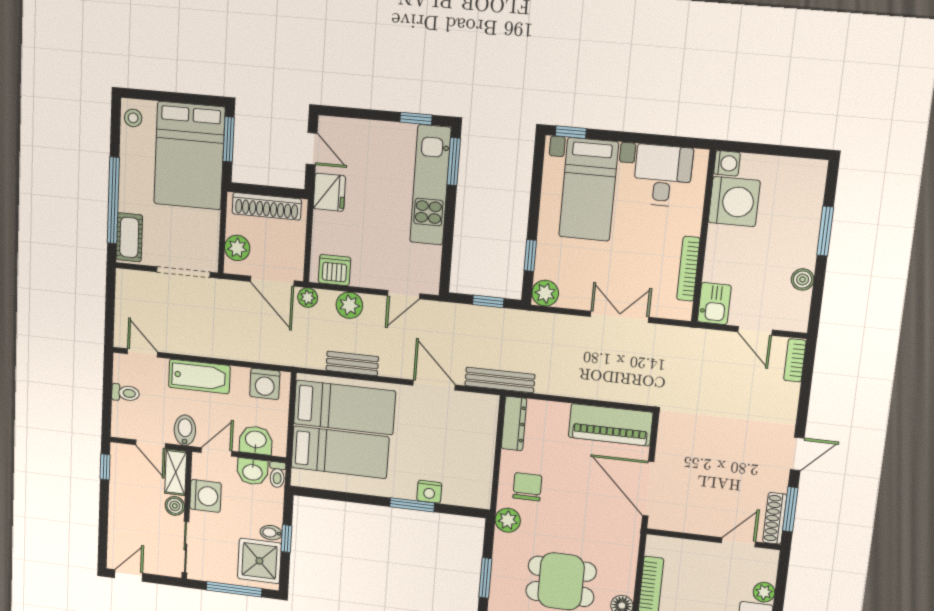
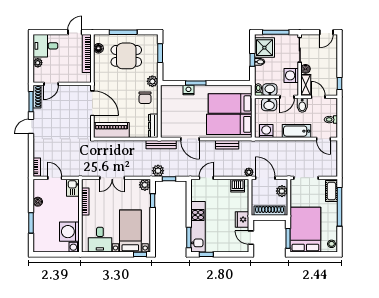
plant: (349, 305) -> (158, 171), moved

